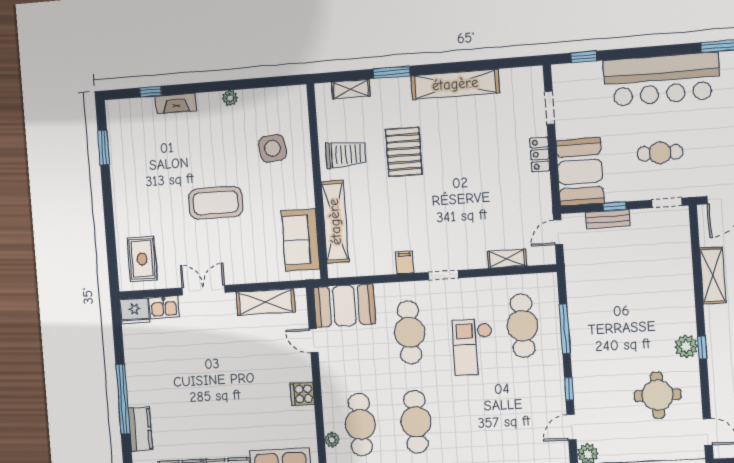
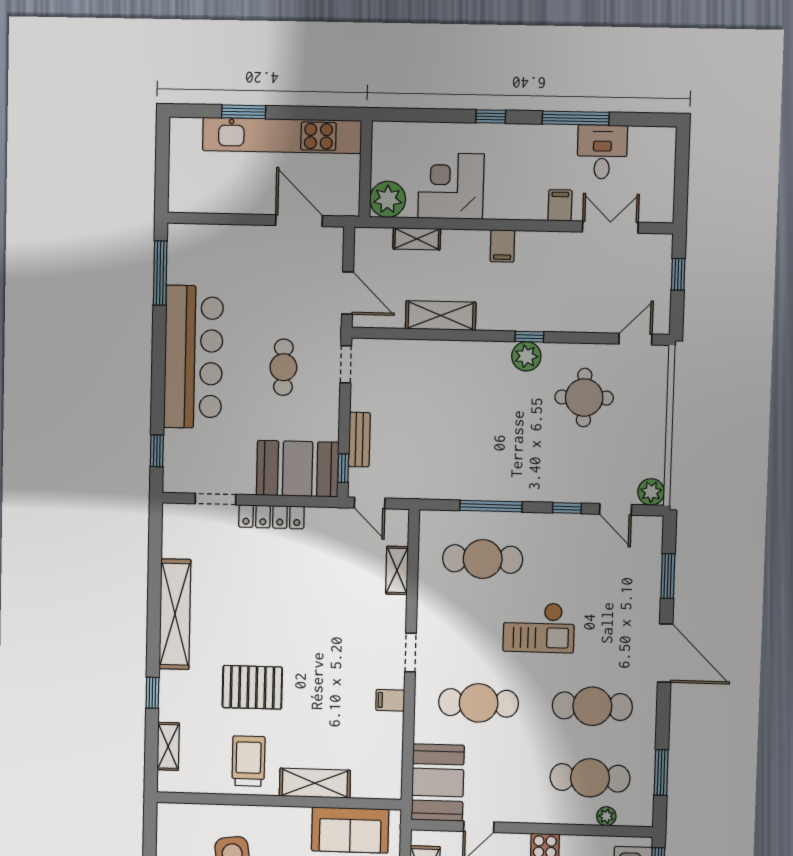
window: (392, 72) -> (152, 693), width x0.67
locker: (540, 154) -> (271, 517), width x1.53
window: (614, 206) -> (343, 468), moved
shelving: (335, 222) -> (315, 783), width x0.68
checkout: (473, 347) -> (539, 628), moved

